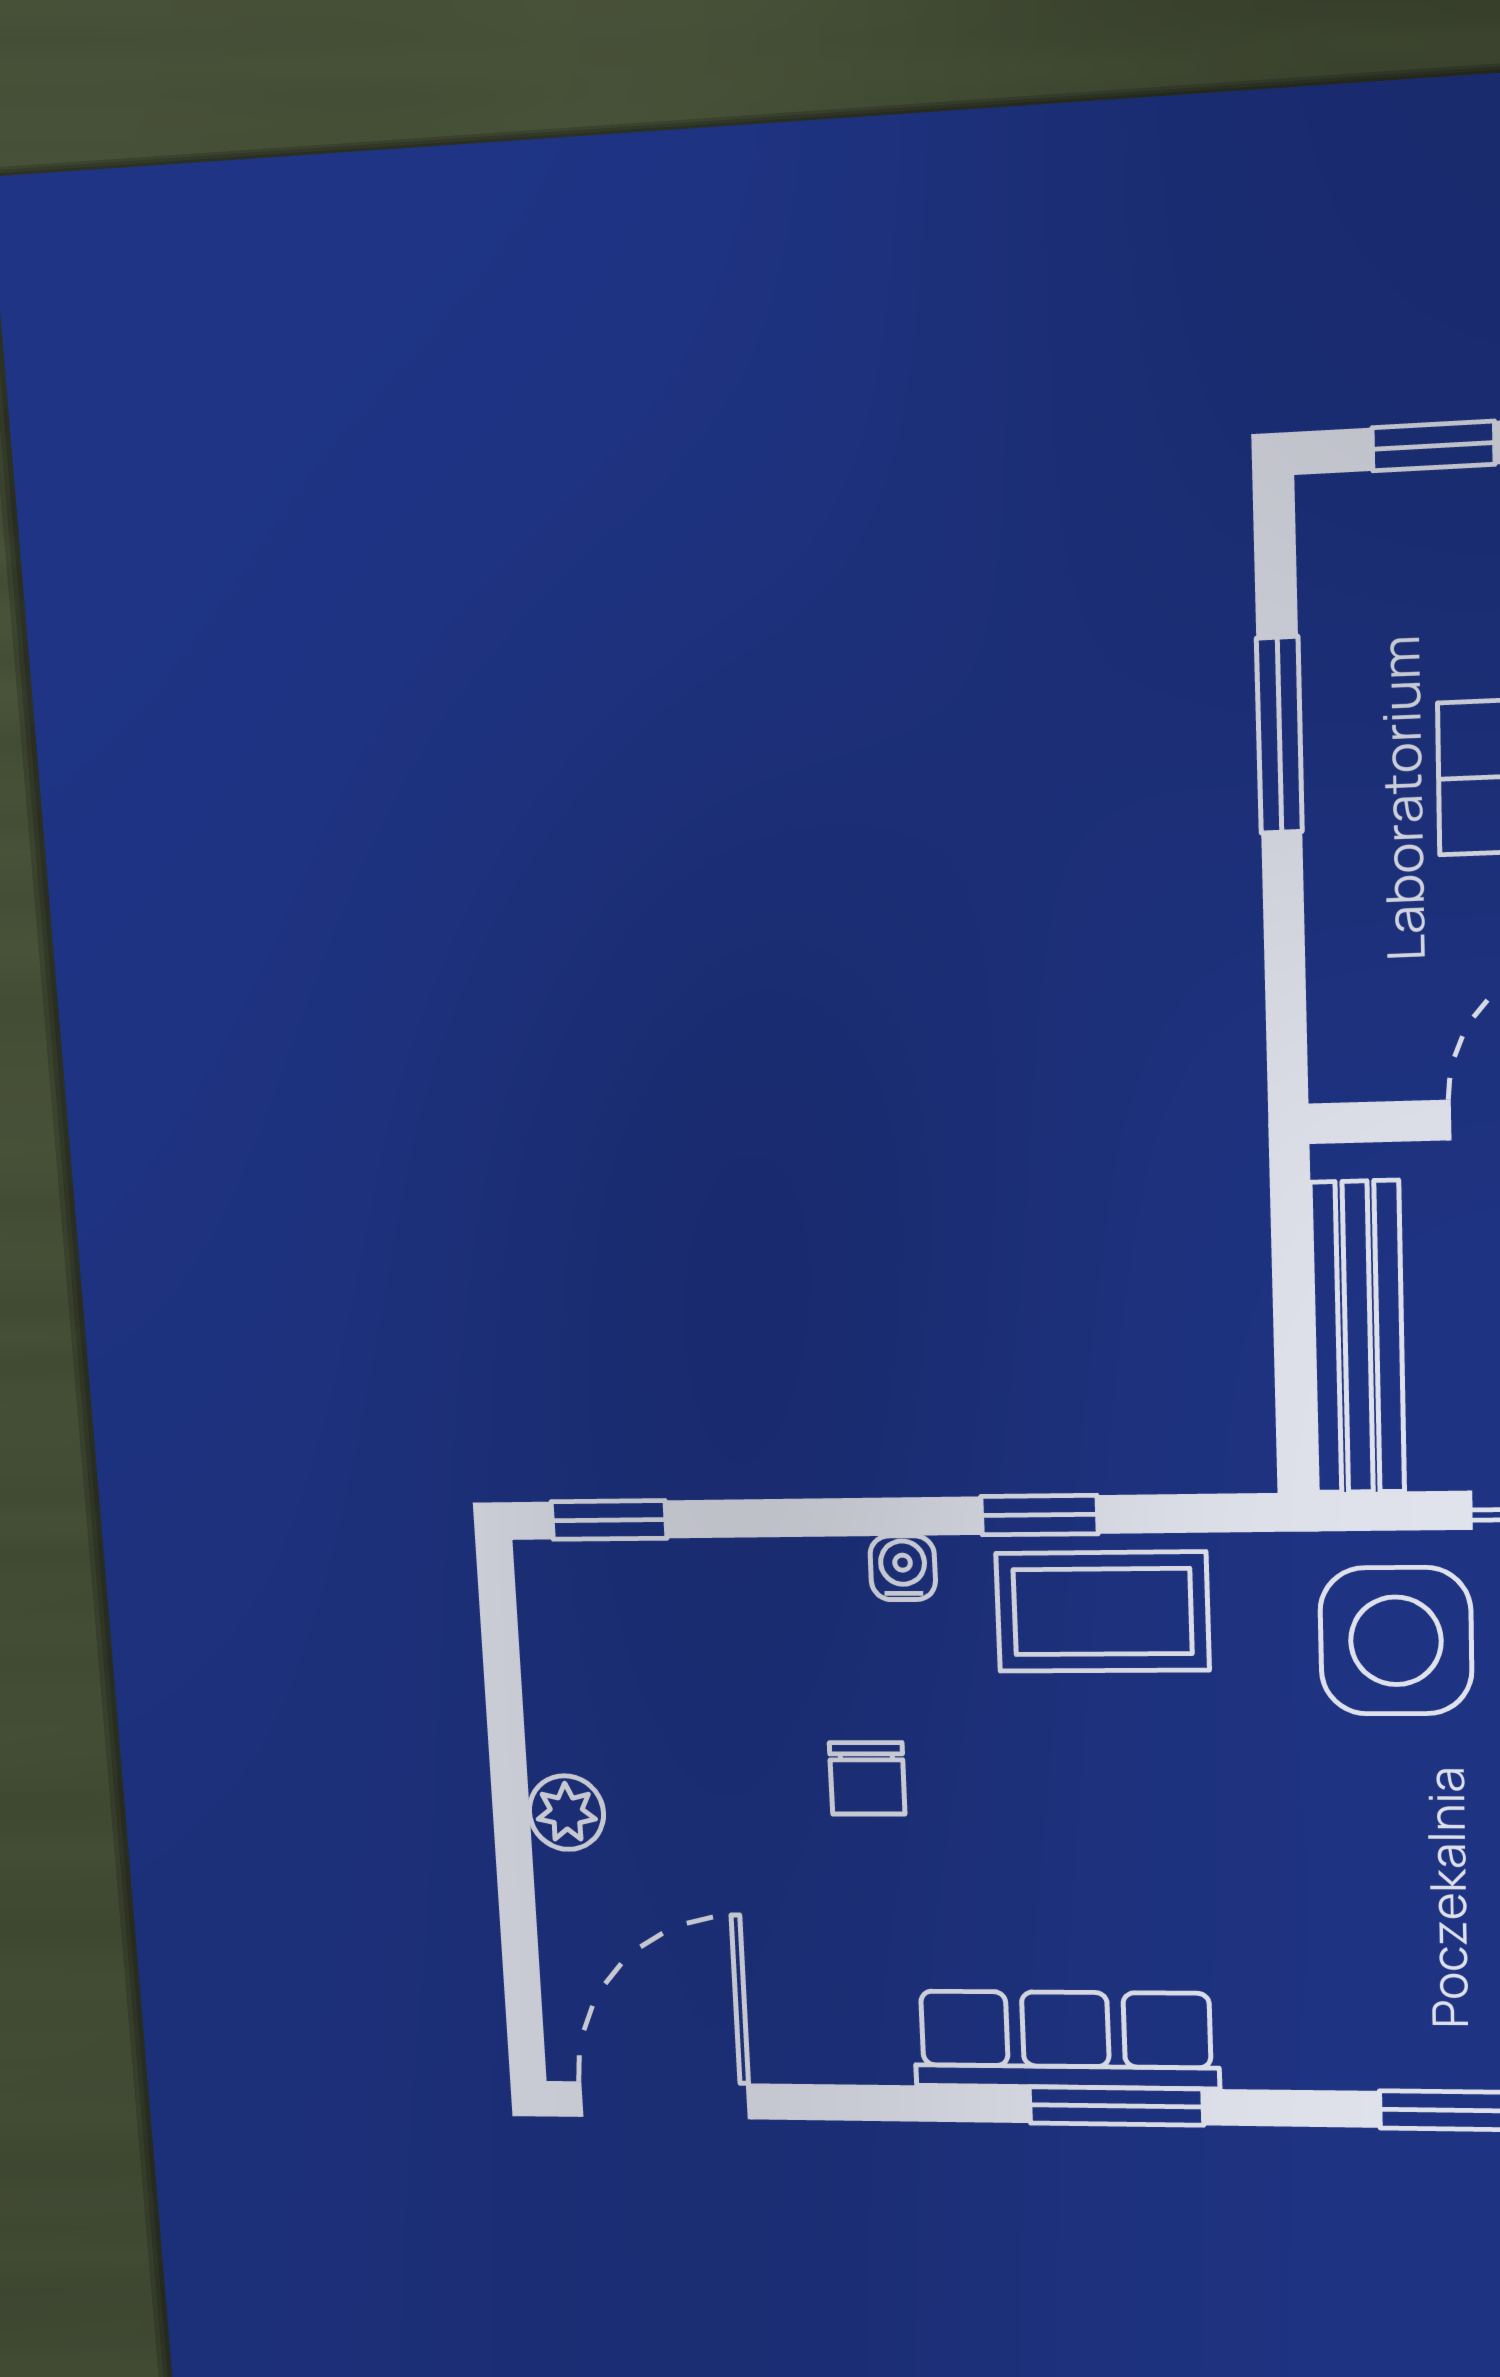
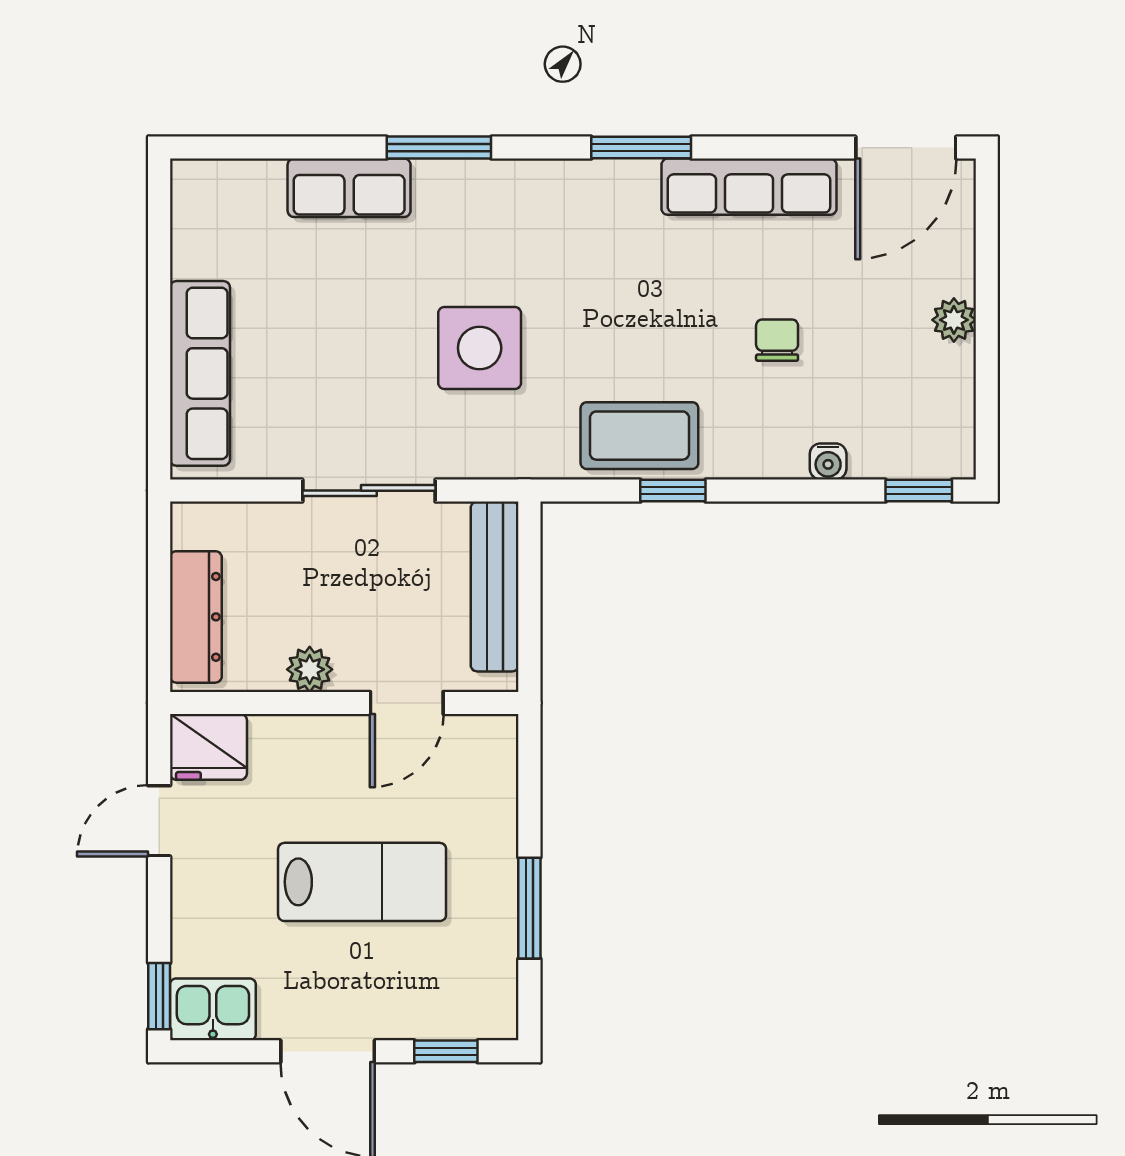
water cooler: (903, 1568) -> (828, 461), moved
side table: (1396, 1641) -> (480, 348), moved
row of seats: (1066, 2040) -> (749, 187), moved

